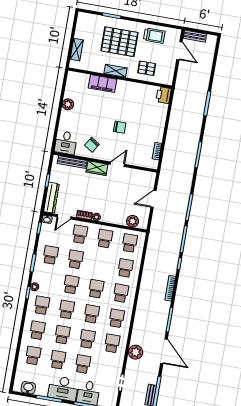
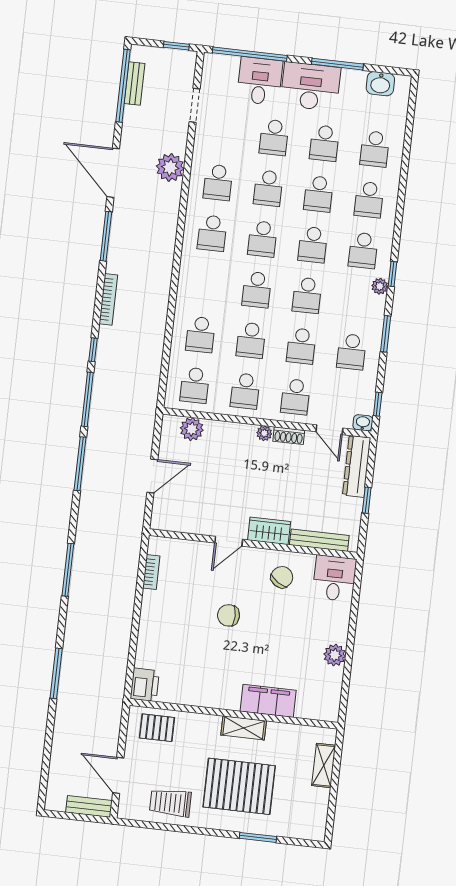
pallet: (147, 68) -> (157, 728), moved
door: (64, 217) -> (329, 430), swing flipped
school desk: (121, 293) -> (251, 340), moved

